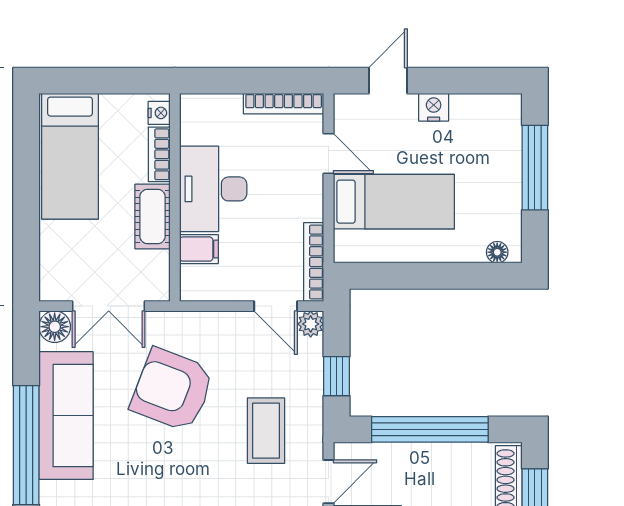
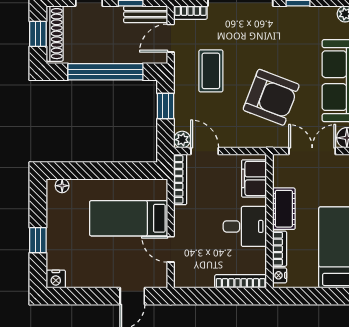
bookcase: (284, 104) -> (241, 281), moved
nightstand: (434, 107) -> (56, 279), moved
window: (535, 168) -> (38, 240), width x0.46
desk: (213, 189) -> (245, 226), width x0.73
filing cabinet: (199, 249) -> (254, 178), width x2.00

